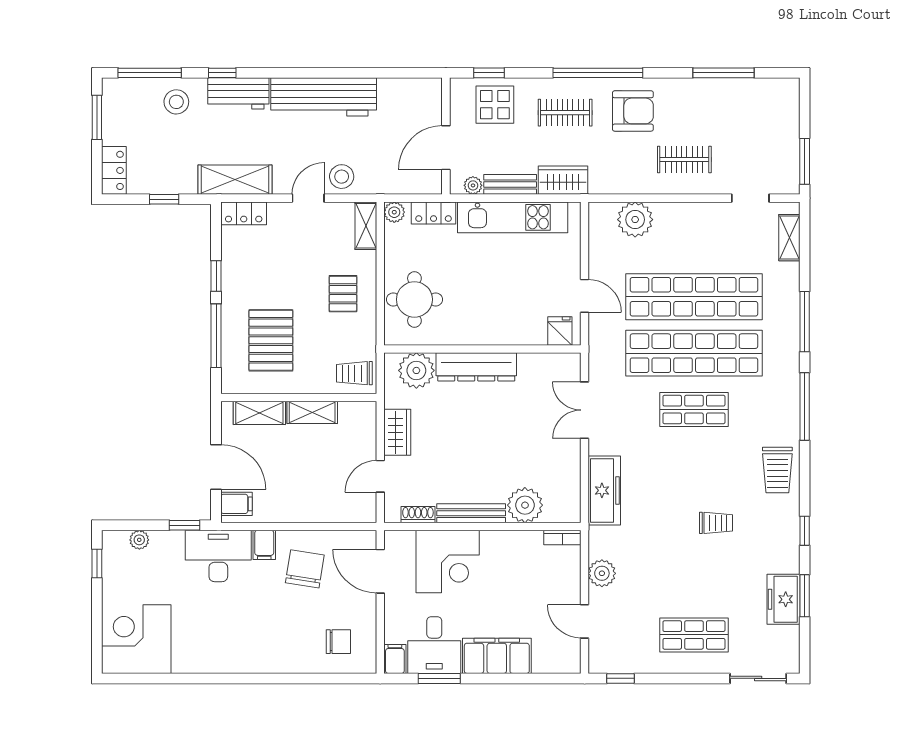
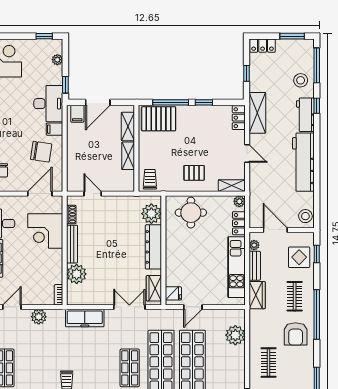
stool: (342, 177) -> (305, 216), moved
pallet: (271, 340) -> (159, 119), moved
wardrobe: (397, 432) -> (154, 288), moved, turned 90

